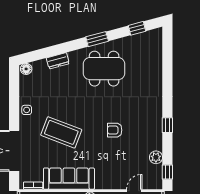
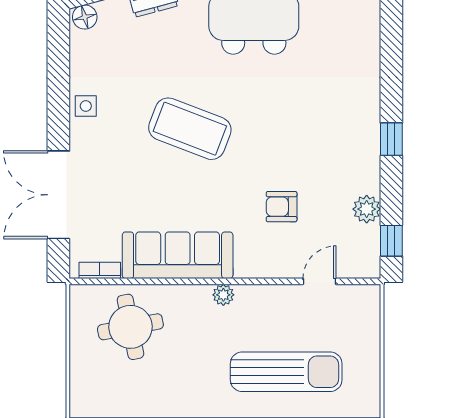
armchair: (115, 130) -> (282, 207), moved
coffee table: (61, 132) -> (190, 129), moved

